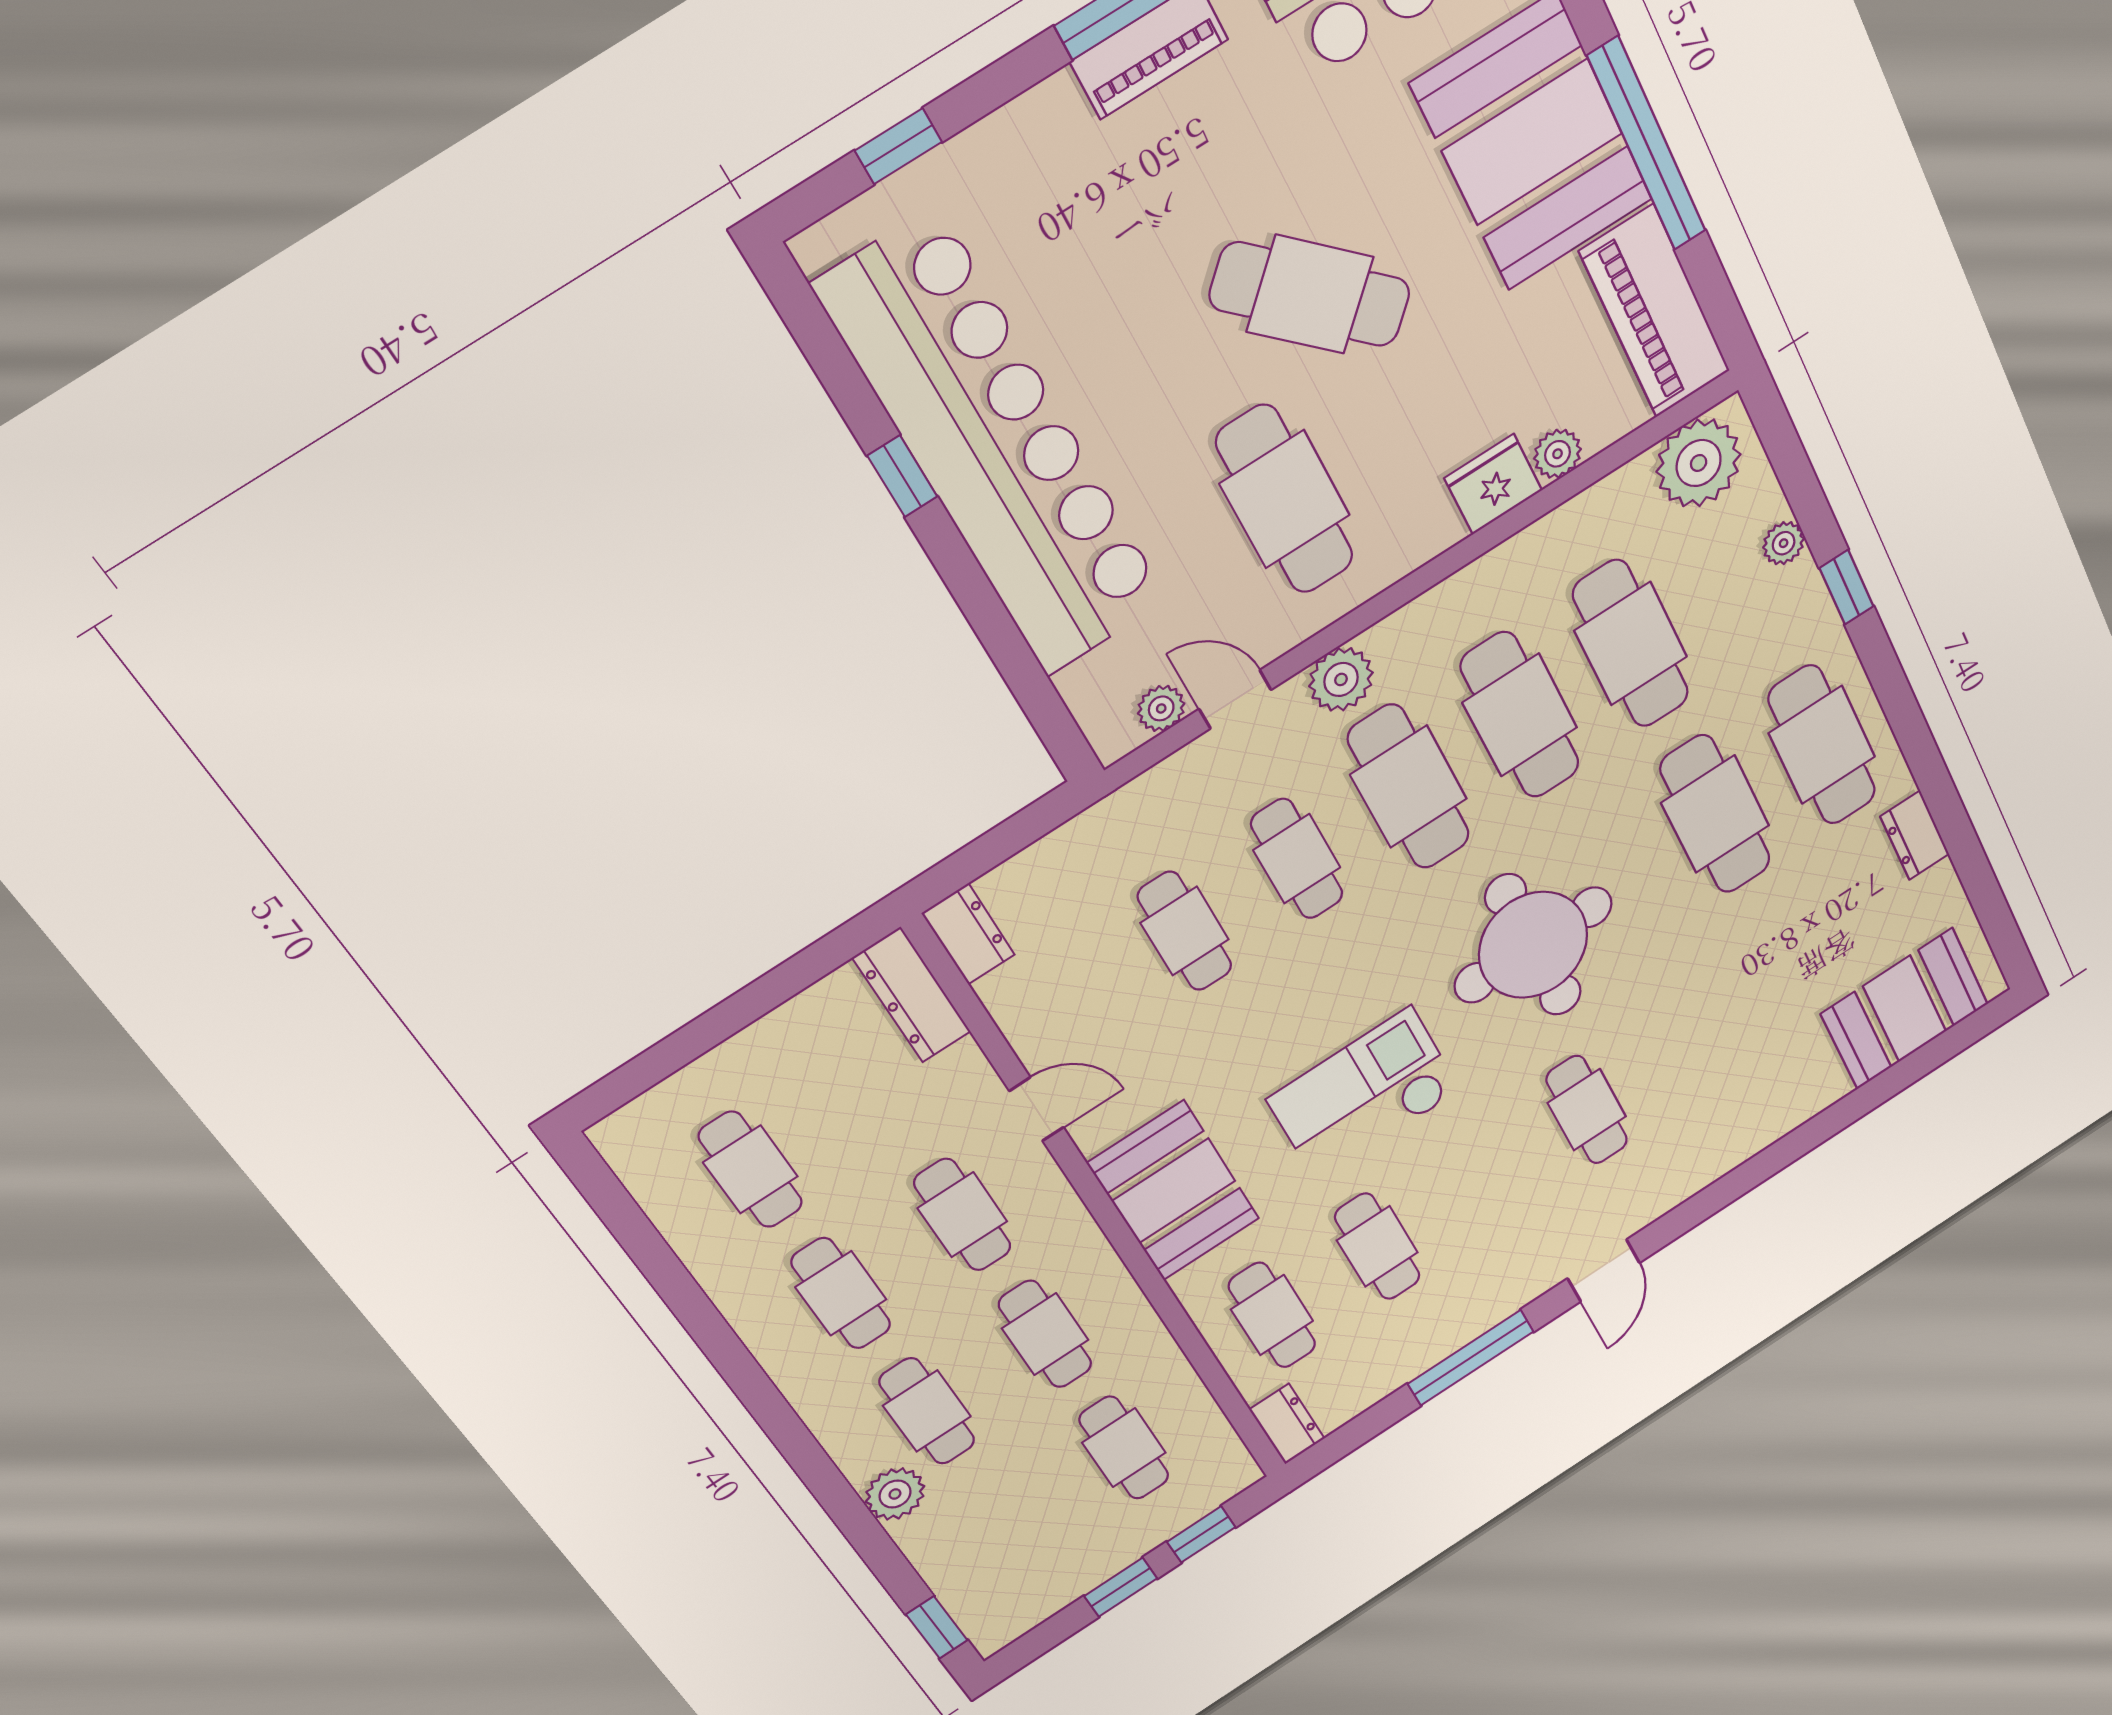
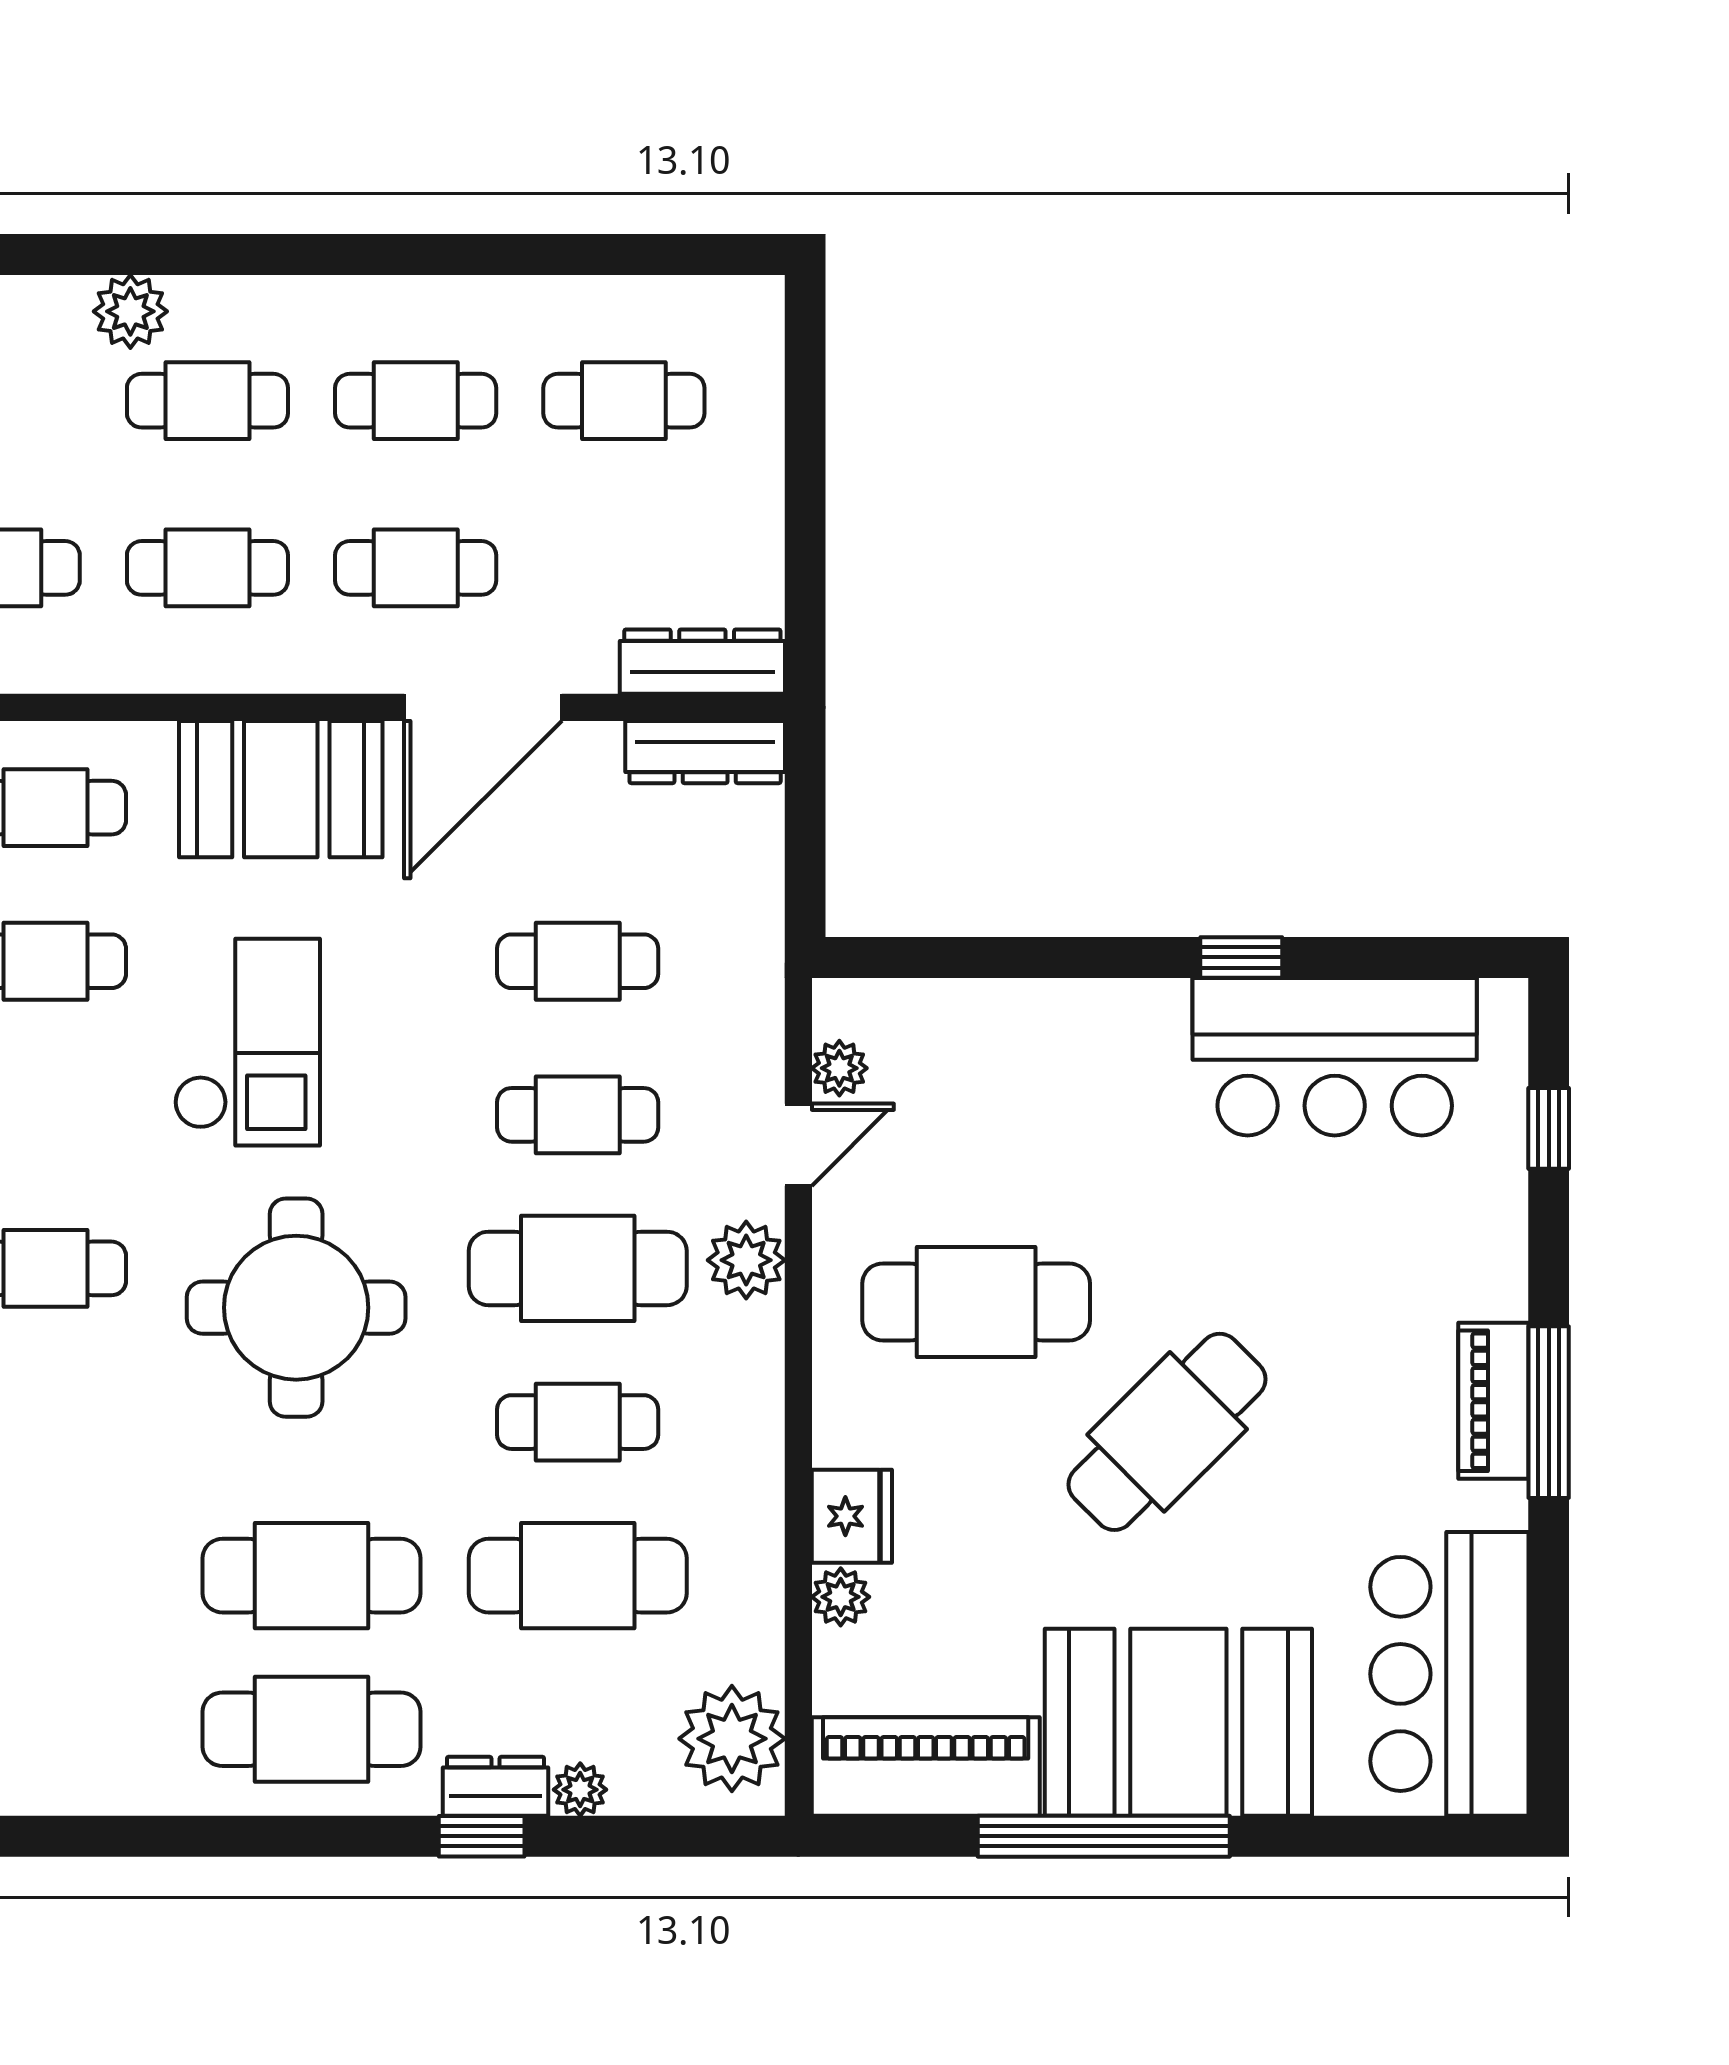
bar counter: (995, 447) -> (1335, 1057), width x0.54
cafe table: (1520, 715) -> (578, 1422), width x0.73, depth x0.74
dresser: (1915, 835) -> (495, 1786), moved
dresser: (968, 934) -> (705, 752), width x1.44
door: (1037, 1109) -> (483, 707), width x1.87

